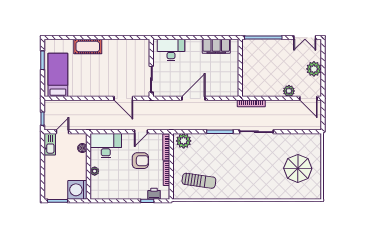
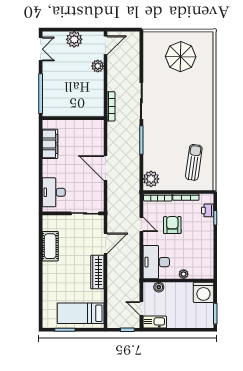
cot: (88, 47) -> (50, 246), moved
wardrobe: (96, 91) -> (97, 272), added

